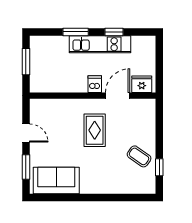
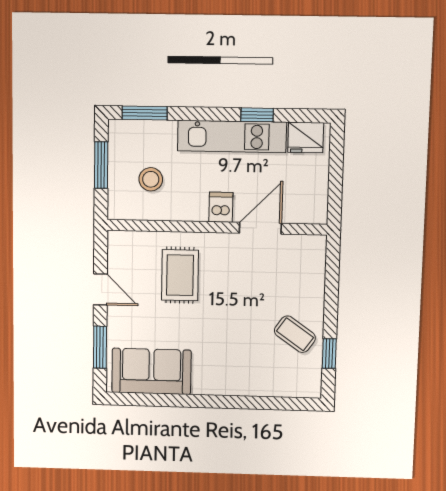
window: (76, 32) -> (145, 113), moved
stool: (54, 69) -> (151, 179), added
fridge: (142, 84) -> (306, 138), moved, turned 180
rug: (95, 130) -> (180, 275), moved

